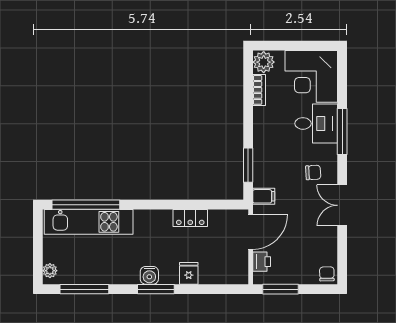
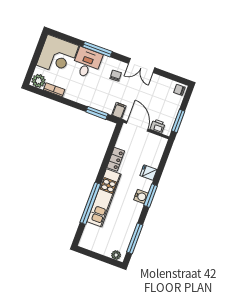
window: (86, 205) -> (90, 203), moved
kitchen unit: (89, 222) -> (104, 198), moved

